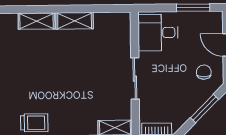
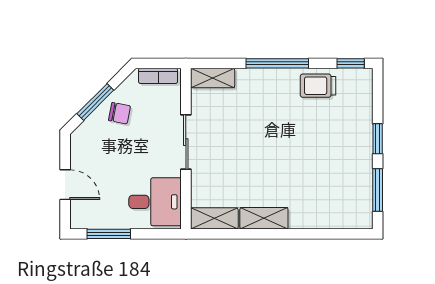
shelving: (37, 21) -> (214, 218), moved
chair: (204, 72) -> (120, 113), moved, turned -79

